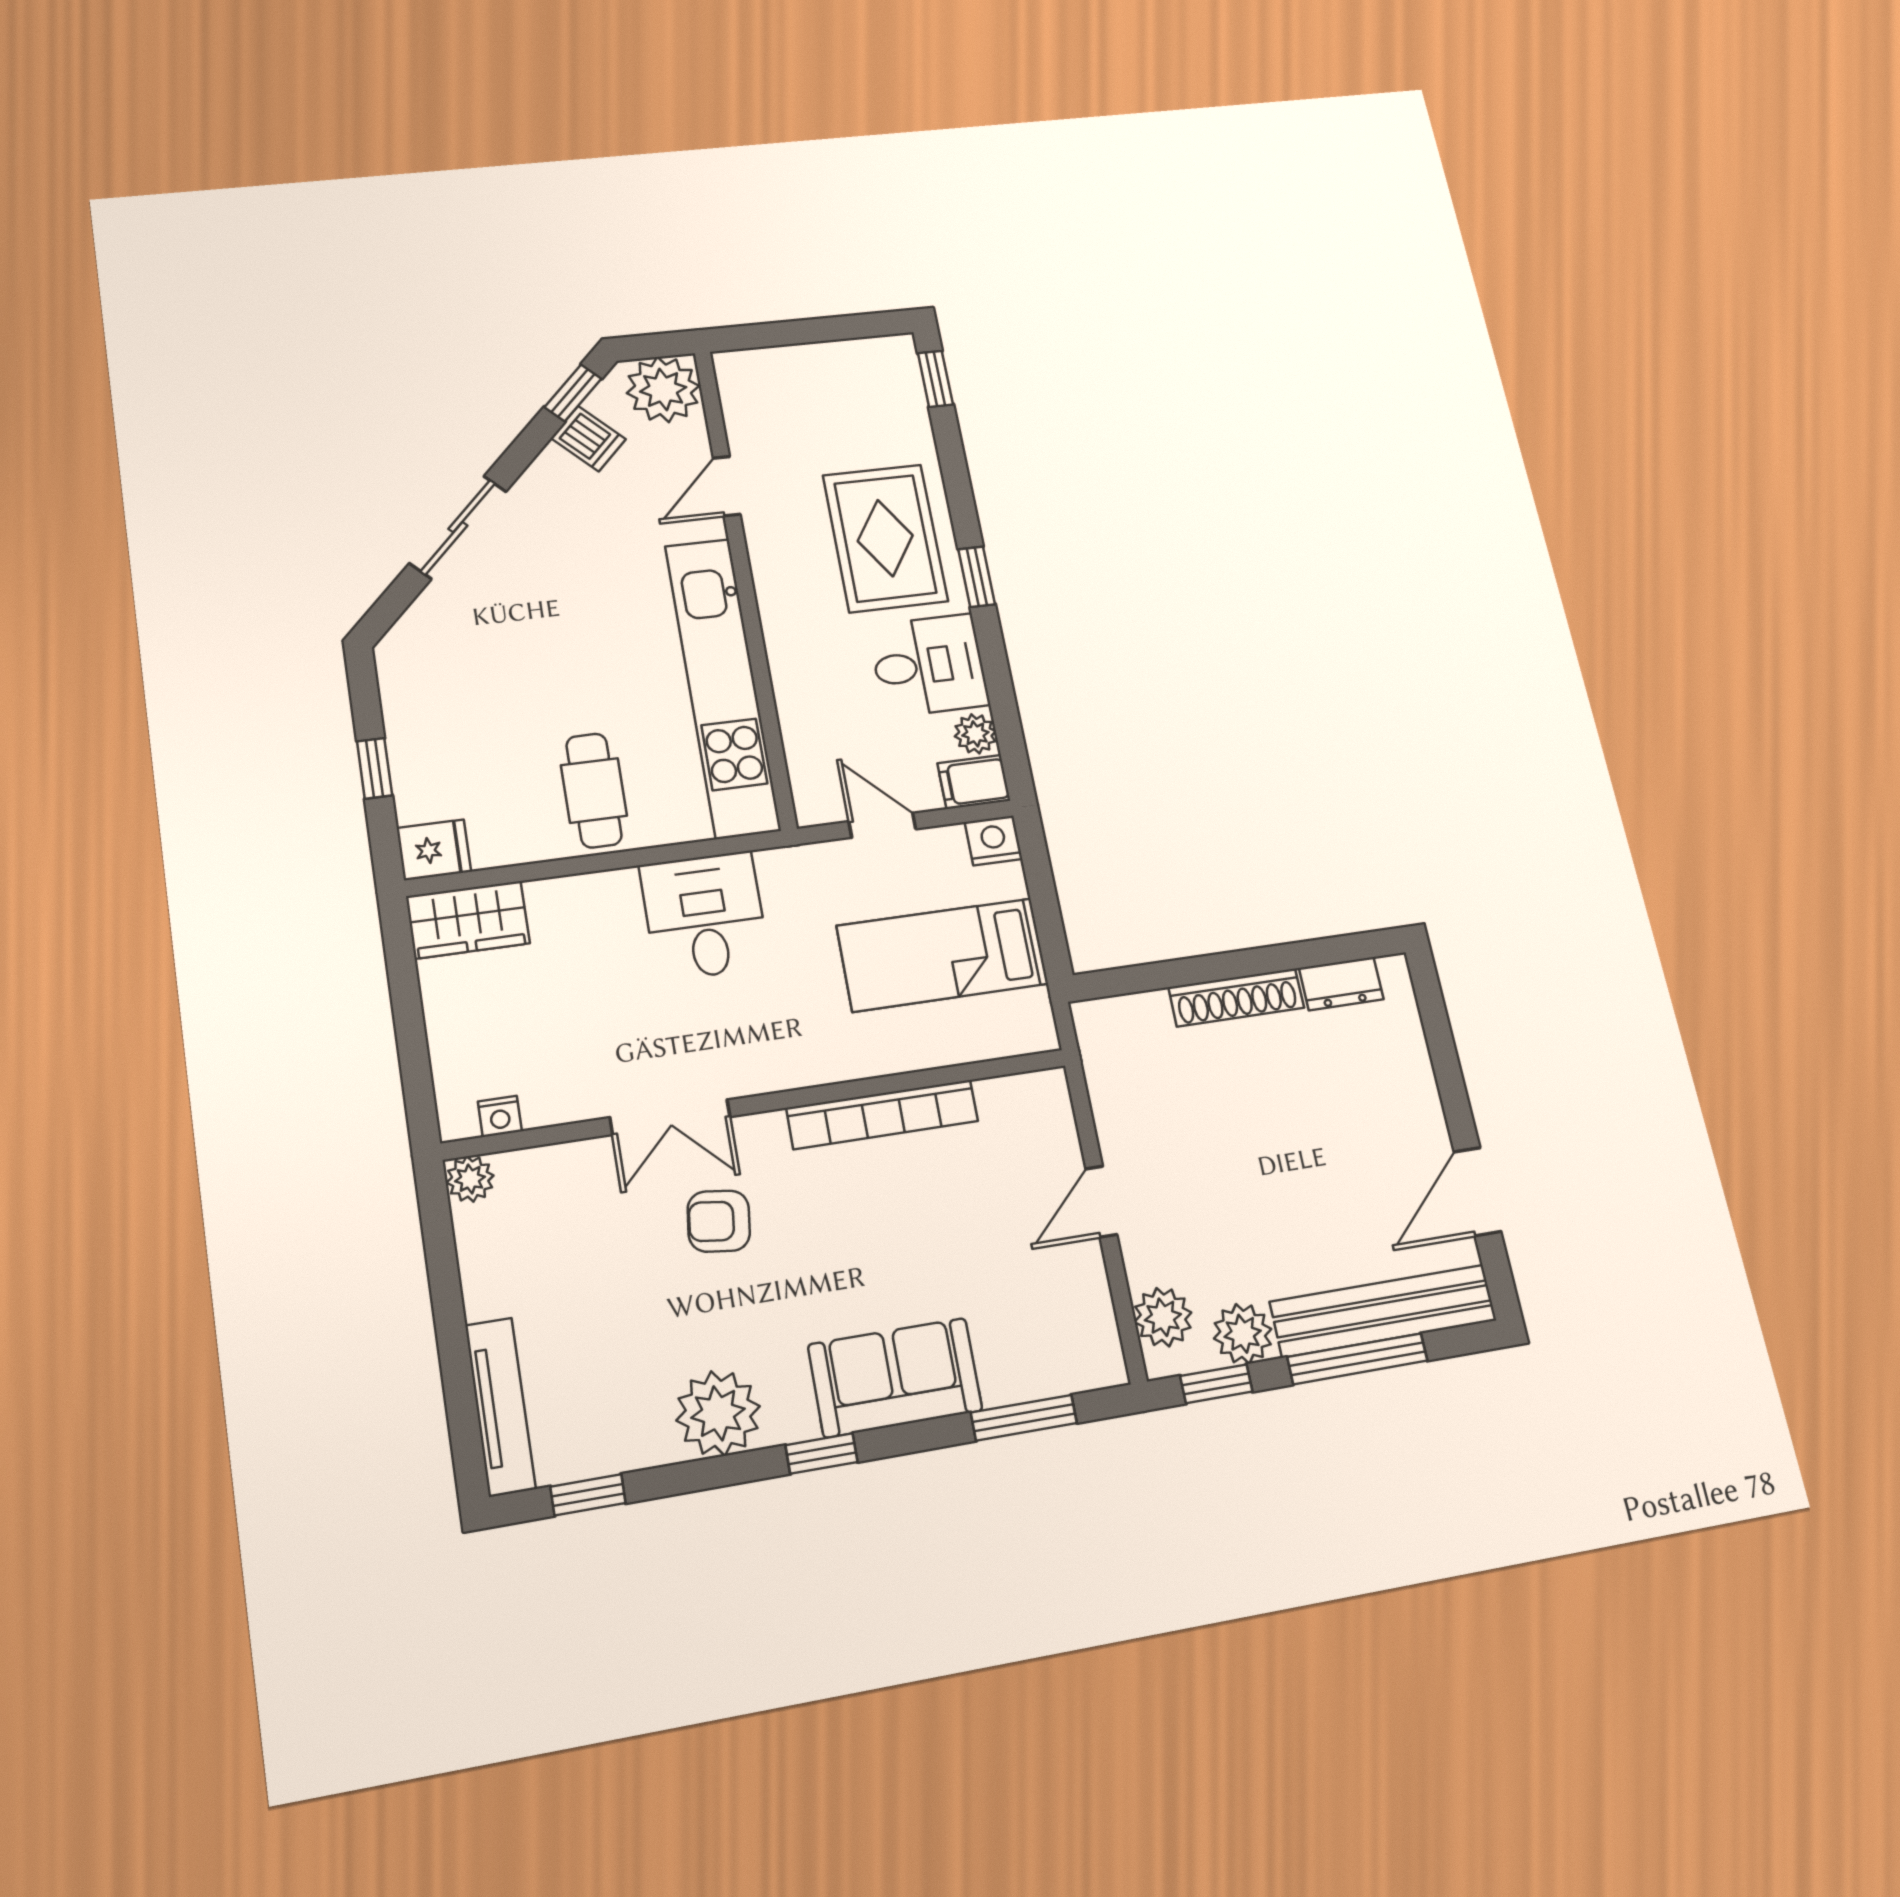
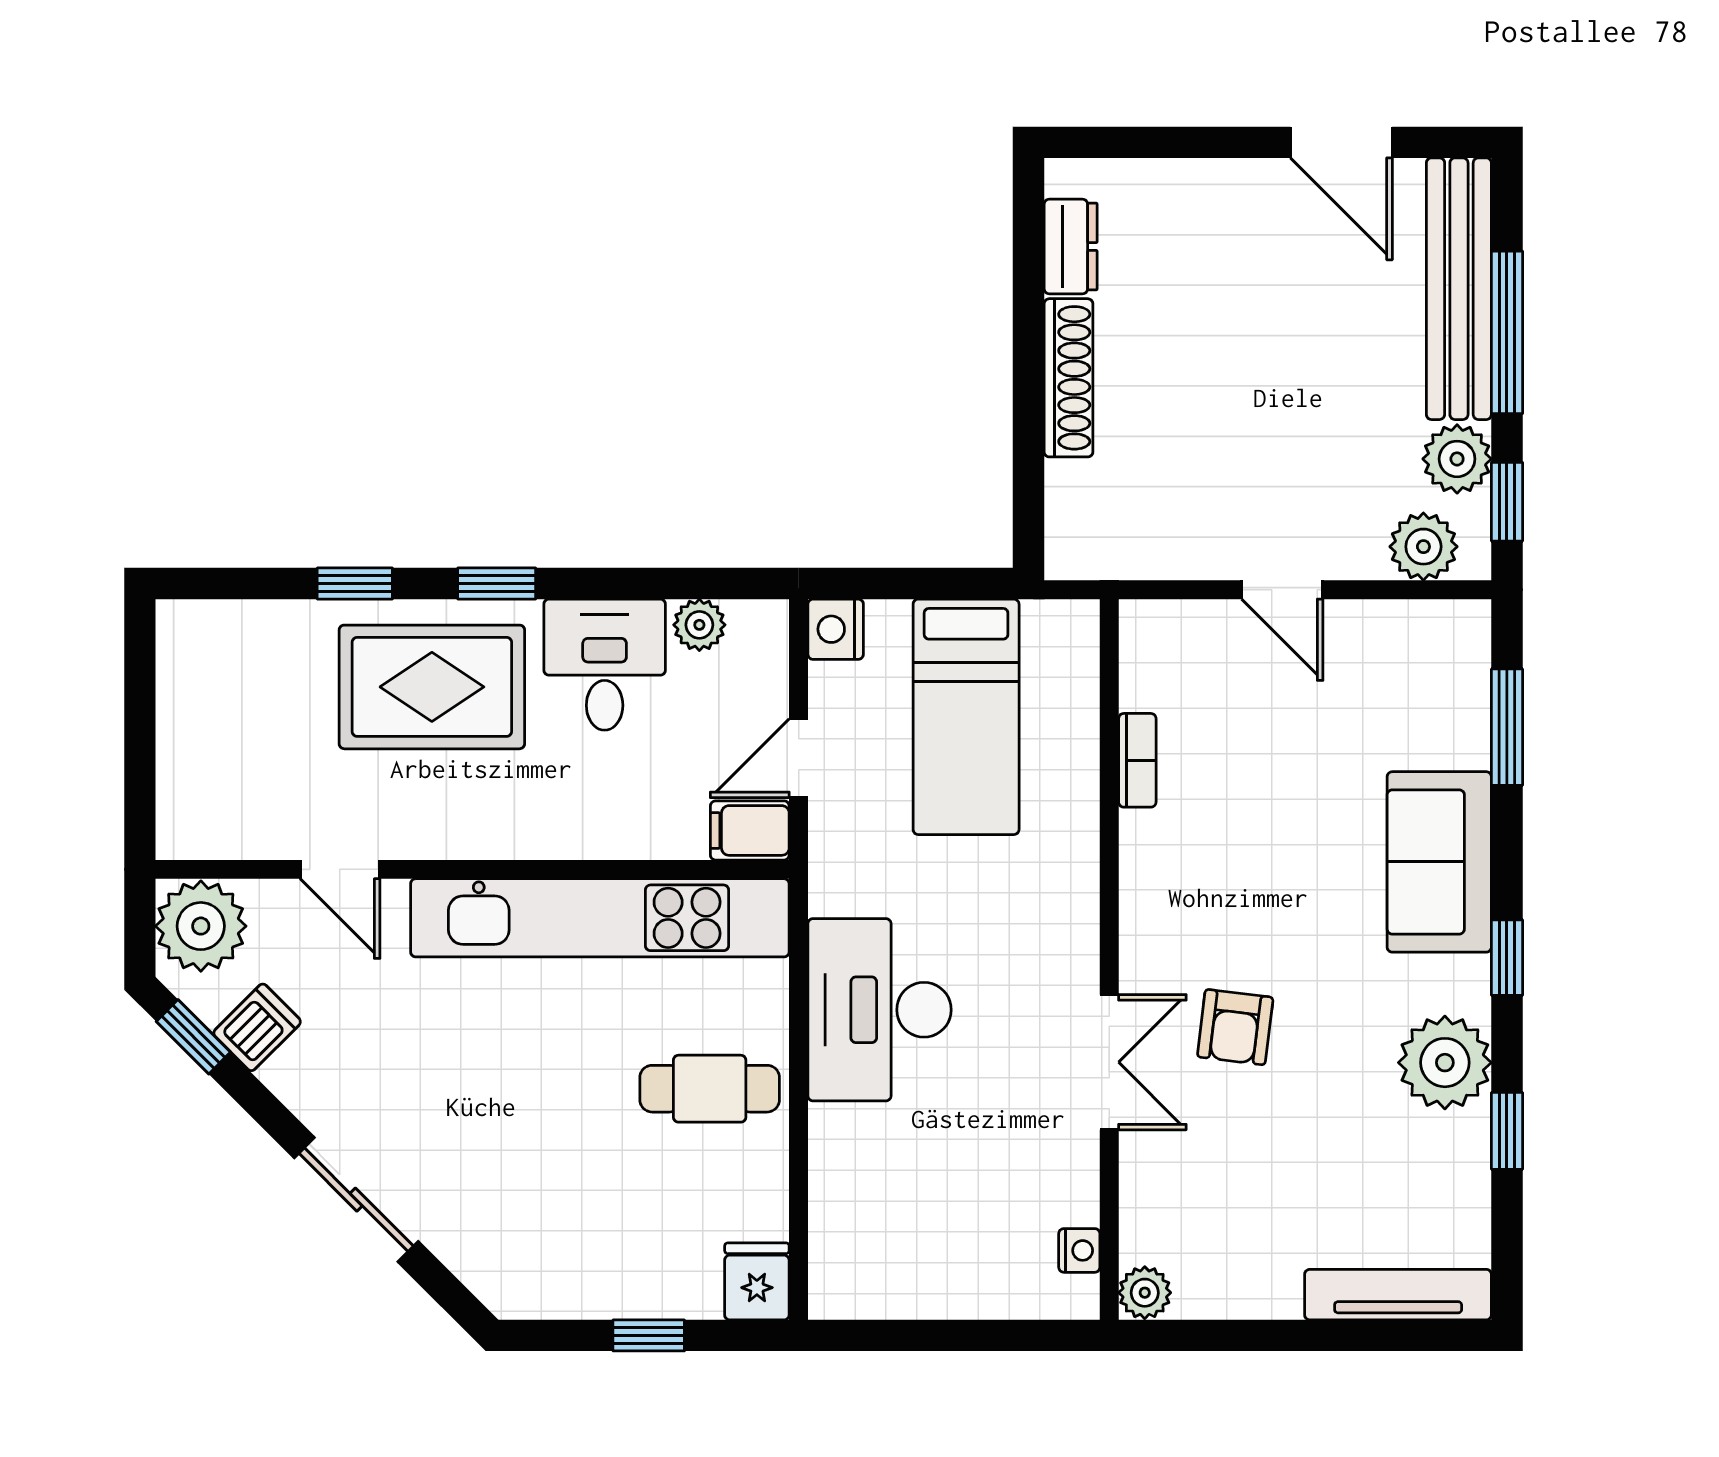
window: (935, 379) -> (355, 584), moved
filing cabinet: (974, 782) -> (750, 830), moved, turned 90
desk: (705, 916) -> (880, 1010), width x1.37
wardrobe: (468, 920) -> (846, 1254), removed
bookcase: (882, 1114) -> (1137, 760), width x0.43, depth x0.76
window: (588, 1495) -> (1507, 1131), moved

